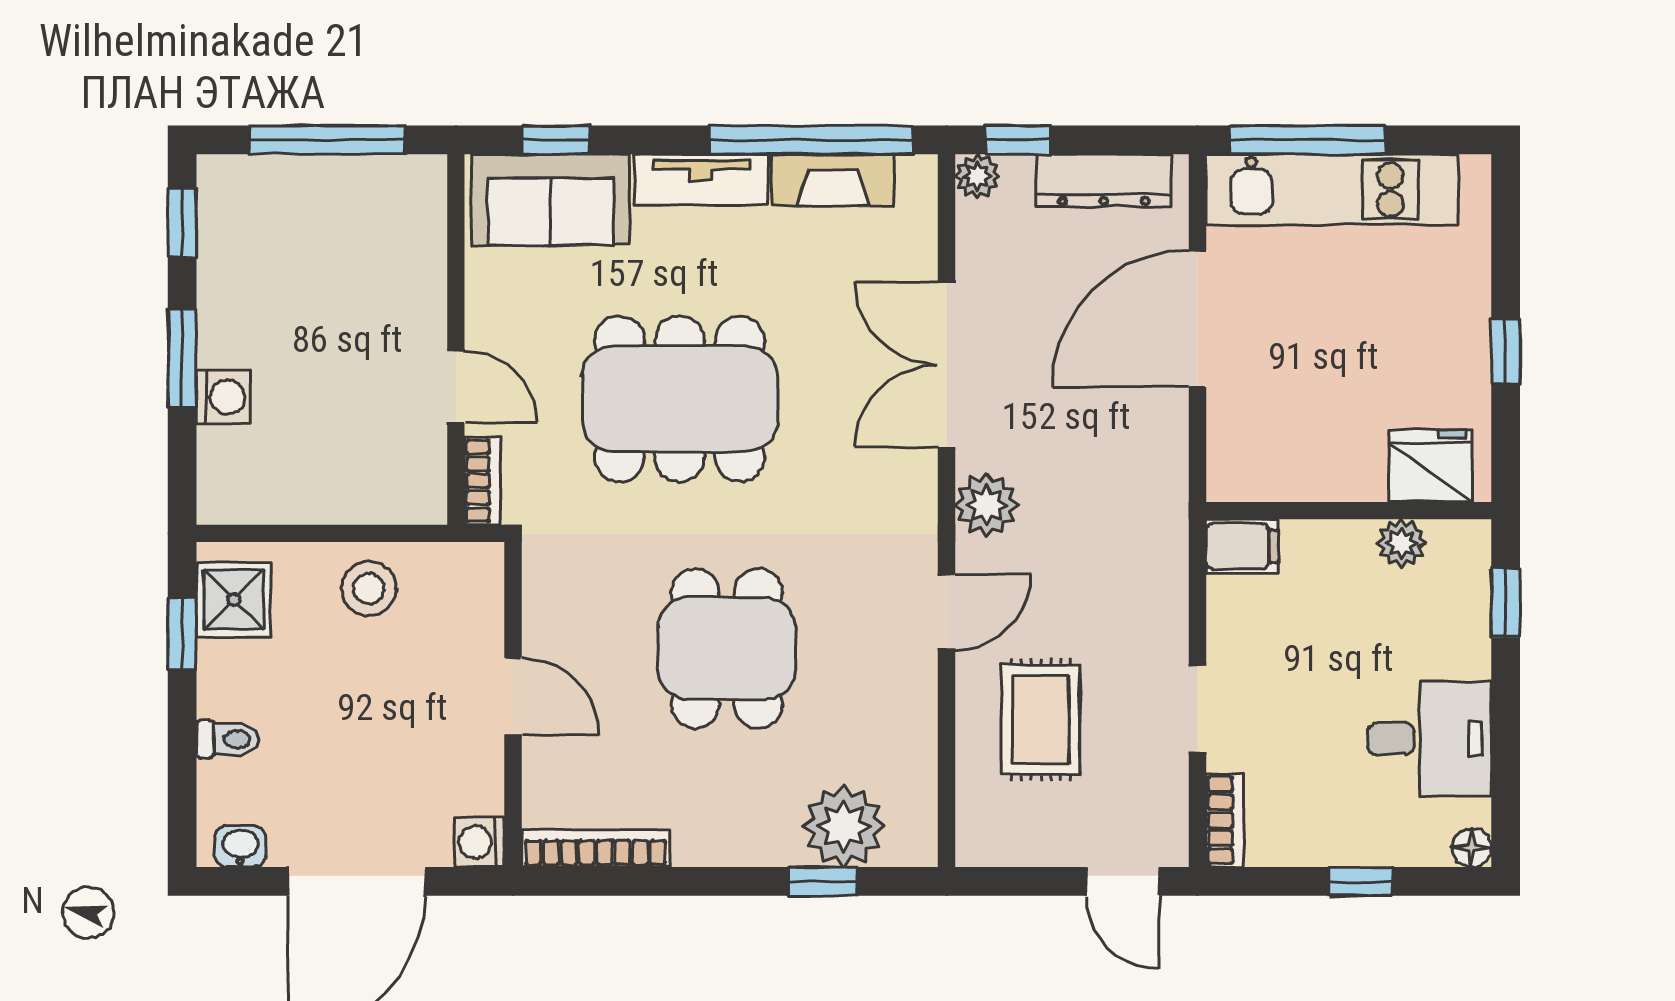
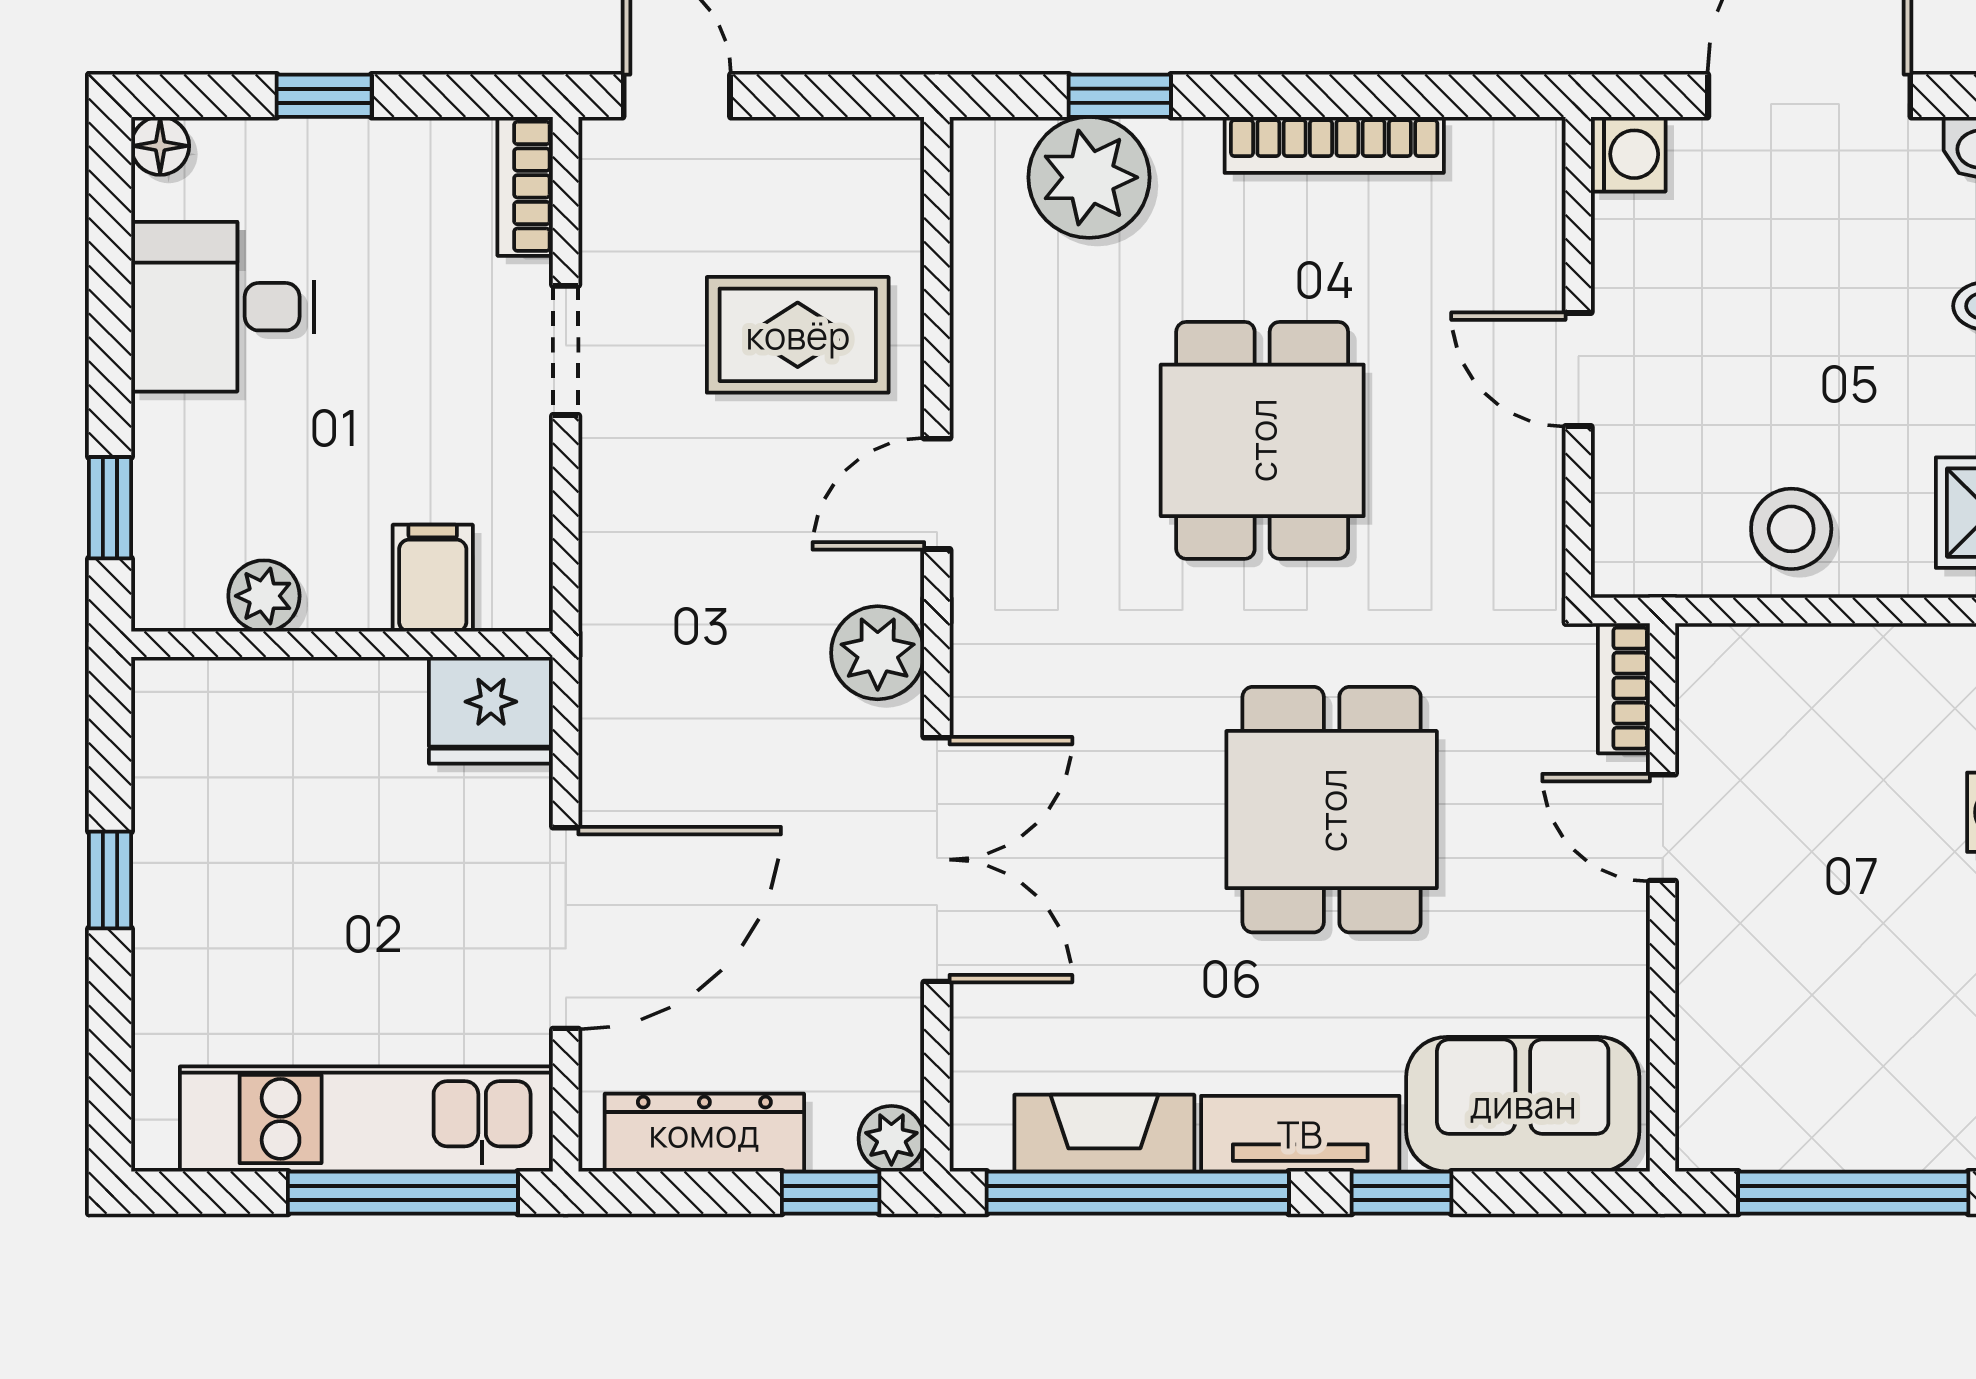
window: (556, 140) -> (1401, 1193), moved
dining table: (680, 399) -> (1332, 810), width x0.73
fridge: (1430, 466) -> (491, 710), moved
filing cabinet: (1242, 546) -> (433, 578), moved, turned 90
rug: (1041, 720) -> (798, 335), turned 90
bookcase: (596, 848) -> (1334, 145), moved

